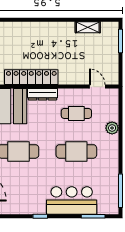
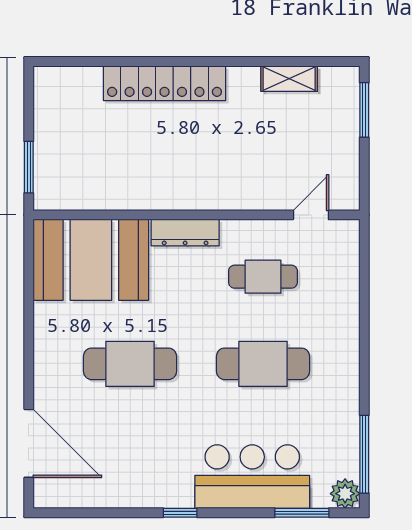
locker: (31, 77) -> (165, 83), moved, turned 180
door: (97, 87) -> (311, 215), hinge flipped
plant: (112, 128) -> (345, 494), moved

